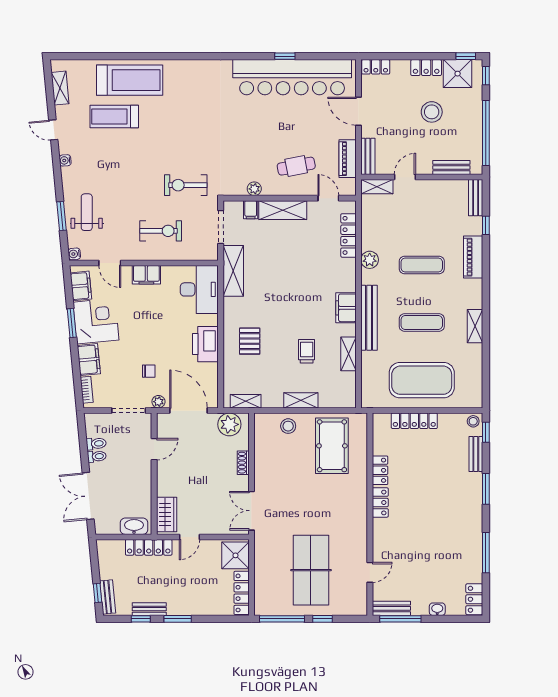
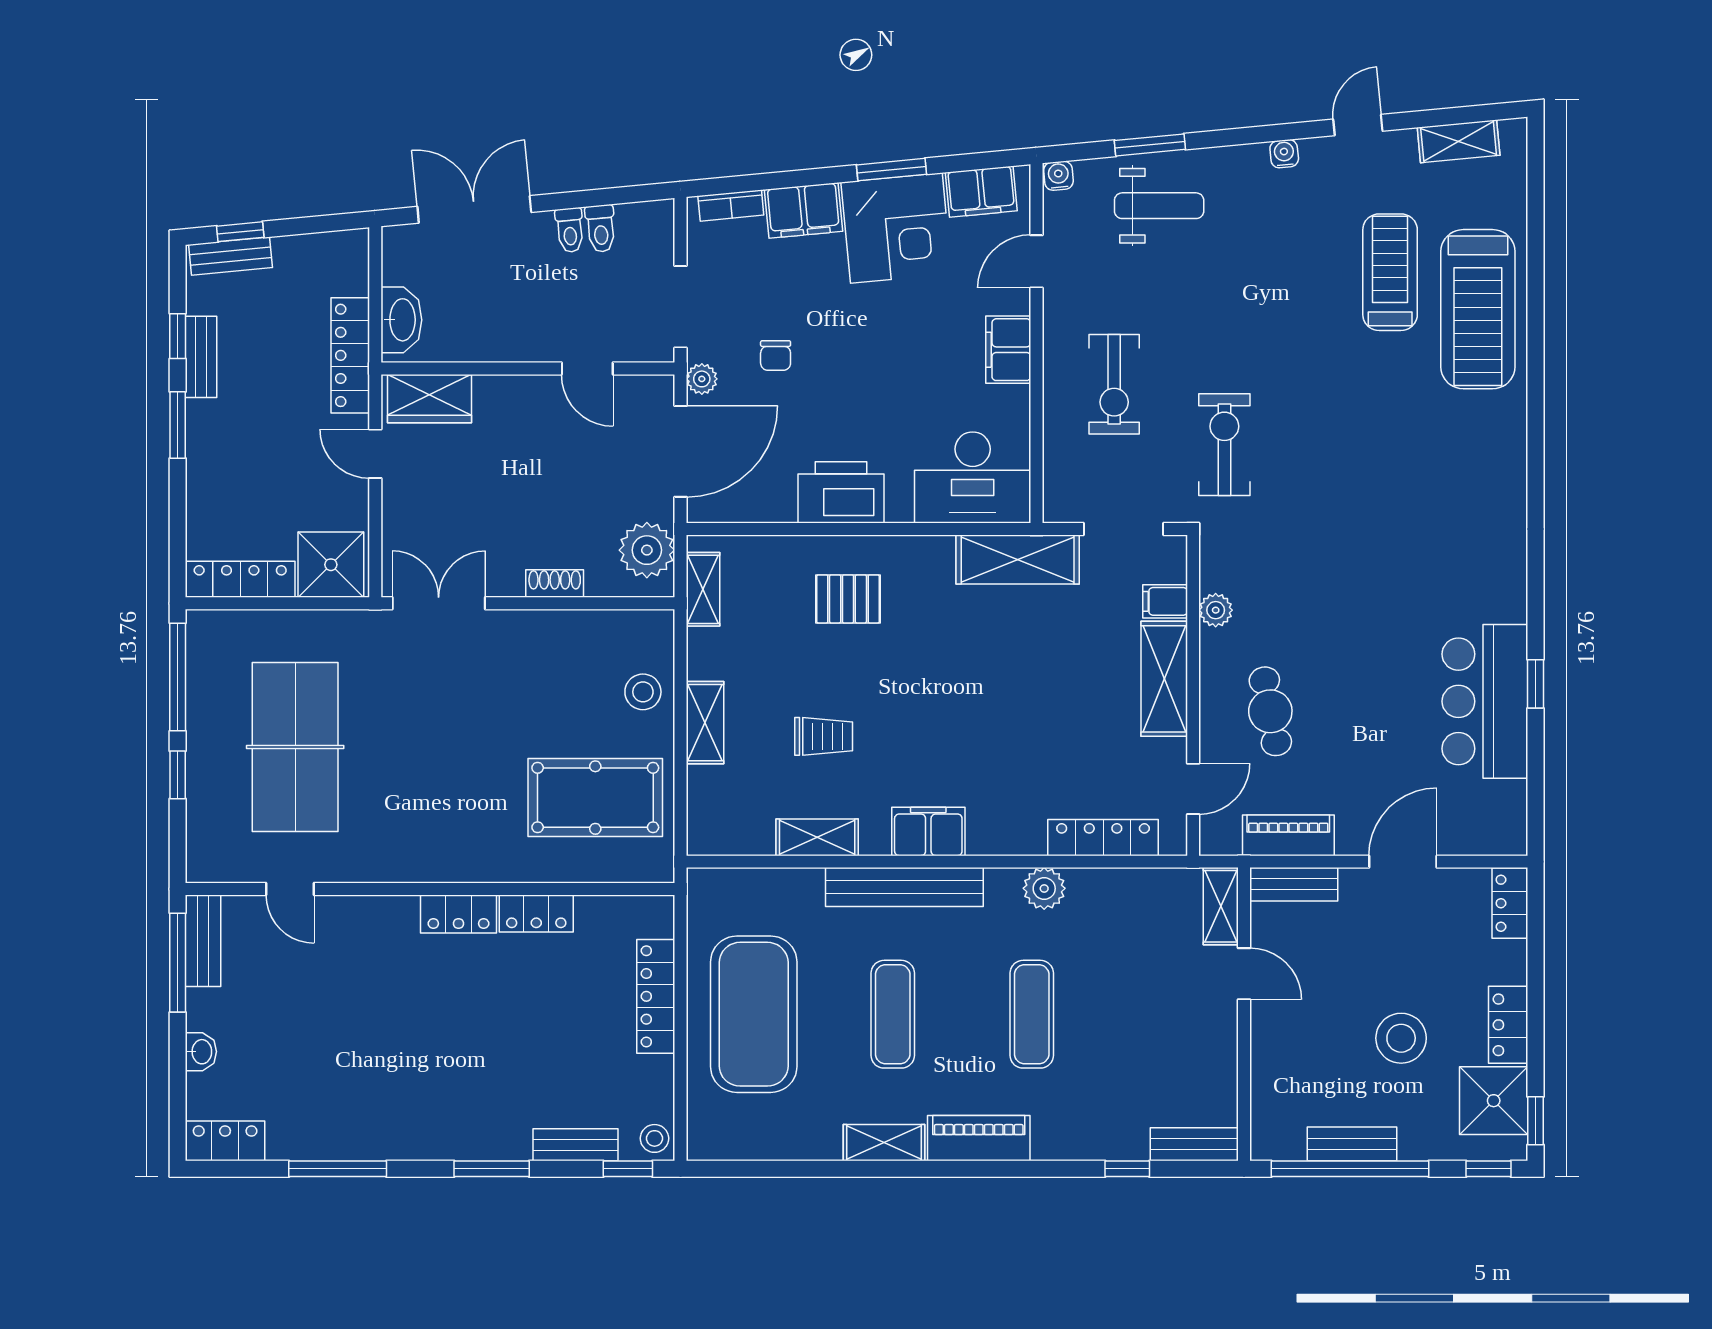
bar counter: (292, 77) -> (1485, 701), width x0.54
bench: (451, 168) -> (1352, 1144), moved, turned 90
piano: (473, 257) -> (979, 1138), moved
table tennis table: (311, 570) -> (295, 747), turned 90

